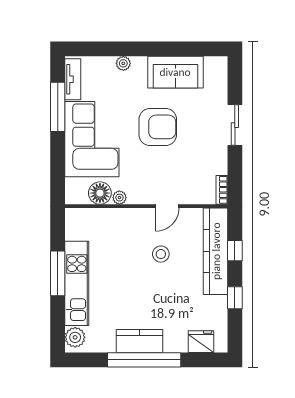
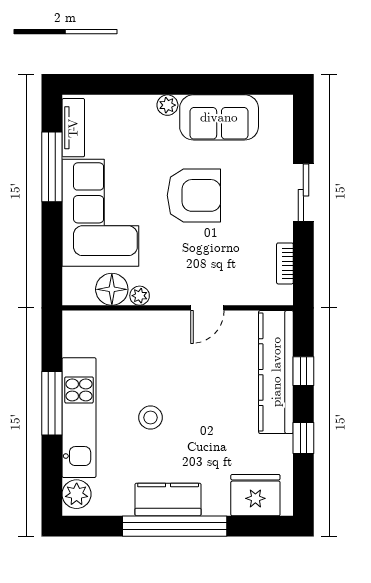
plant: (123, 63) -> (167, 105), moved
bookcase: (222, 190) -> (285, 263), moved
stool: (161, 254) -> (151, 418), moved
fridge: (201, 342) -> (255, 495), width x1.36, depth x1.34

